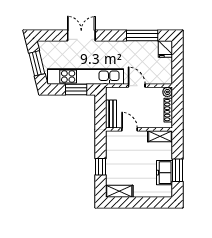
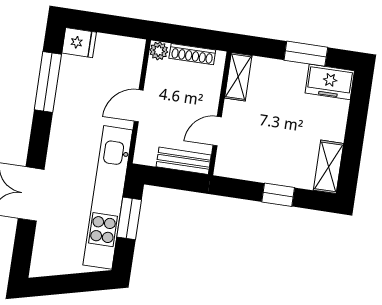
window: (37, 63) -> (70, 283), removed
freezer: (164, 173) -> (330, 82), moved

